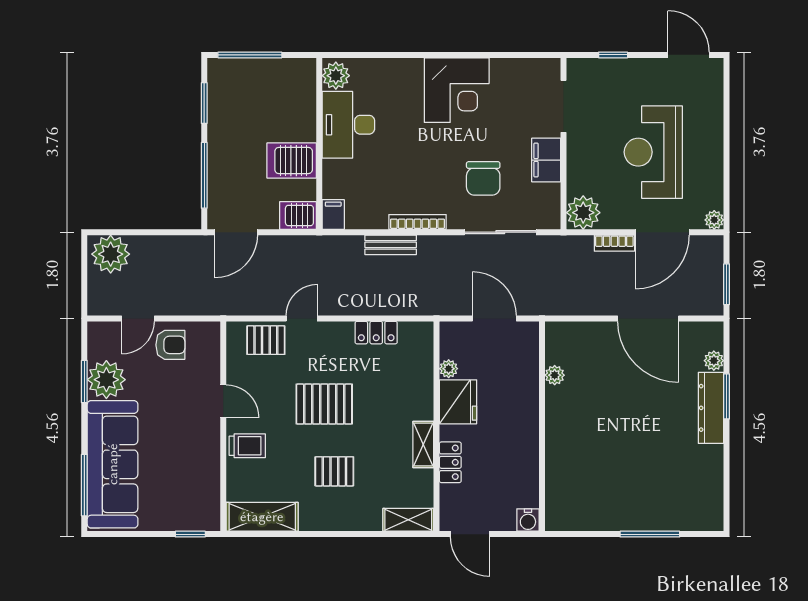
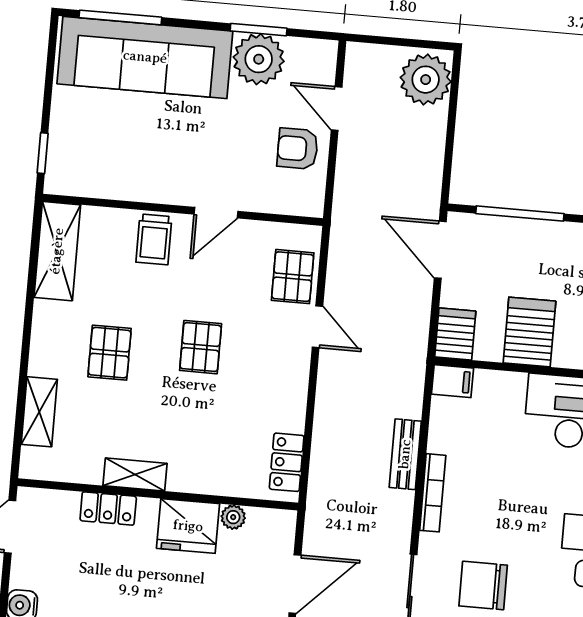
locker: (376, 333) -> (287, 462), moved
armchair: (170, 345) -> (298, 149), turned 90
pallet: (324, 404) -> (201, 347), width x0.67, depth x0.71
shelving: (408, 520) -> (39, 412), moved

